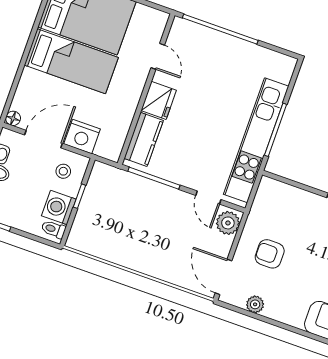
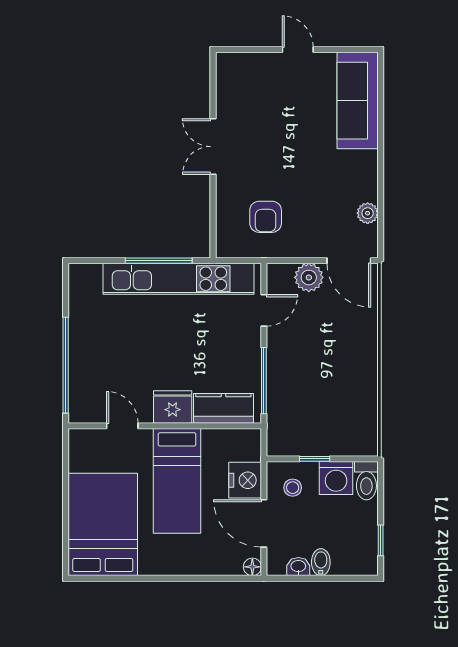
door: (158, 56) -> (122, 426), hinge flipped
bed: (71, 61) -> (177, 481), moved, turned 180
plant: (228, 223) -> (309, 277), moved
toilet: (53, 229) -> (366, 481), width x1.37, depth x1.39
armchair: (270, 254) -> (266, 217), moved
door: (224, 277) -> (349, 261), hinge flipped

